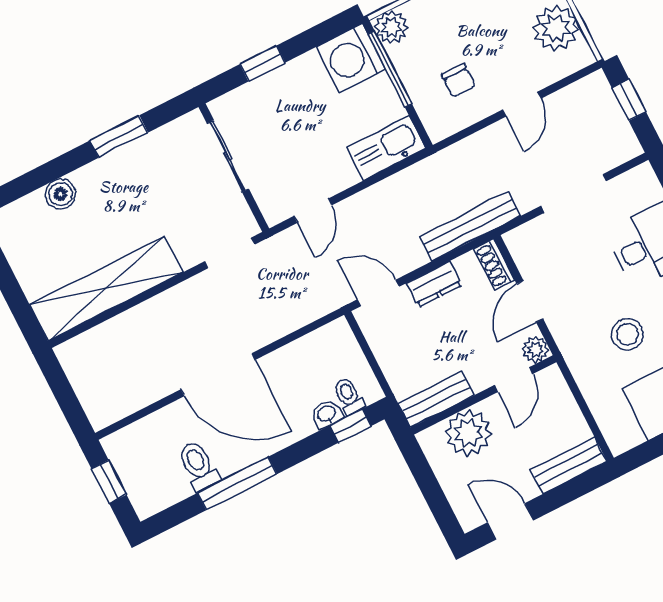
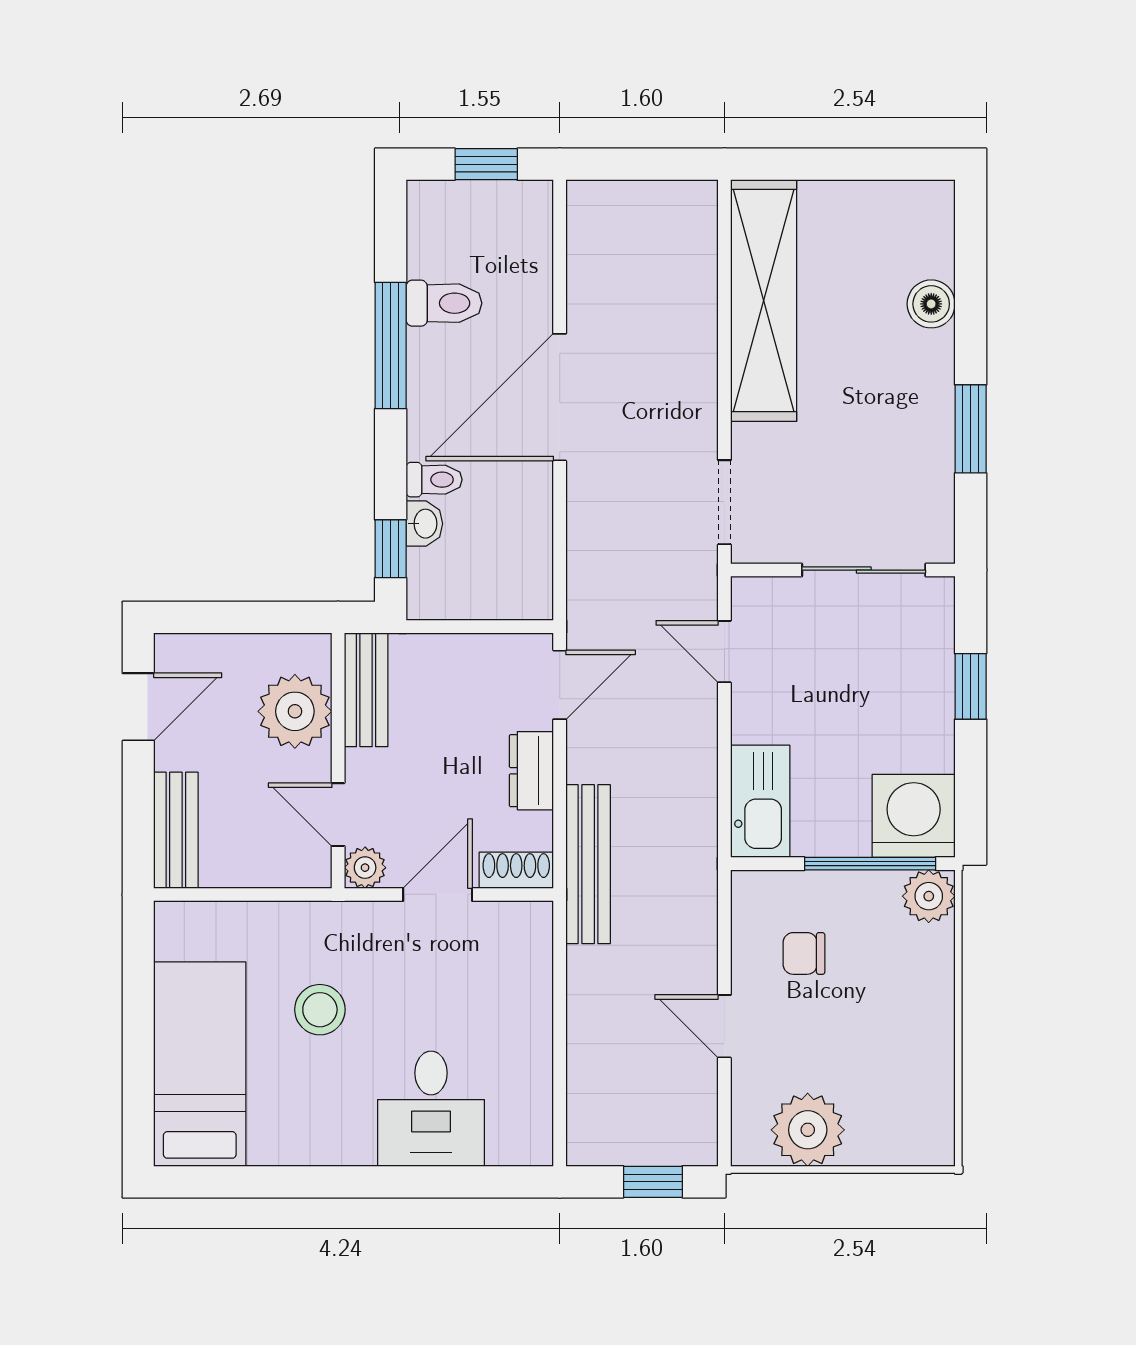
doorway: (574, 193) -> (560, 1035), removed
door: (530, 301) -> (438, 894), hinge flipped
toilet: (349, 396) -> (434, 480), moved

